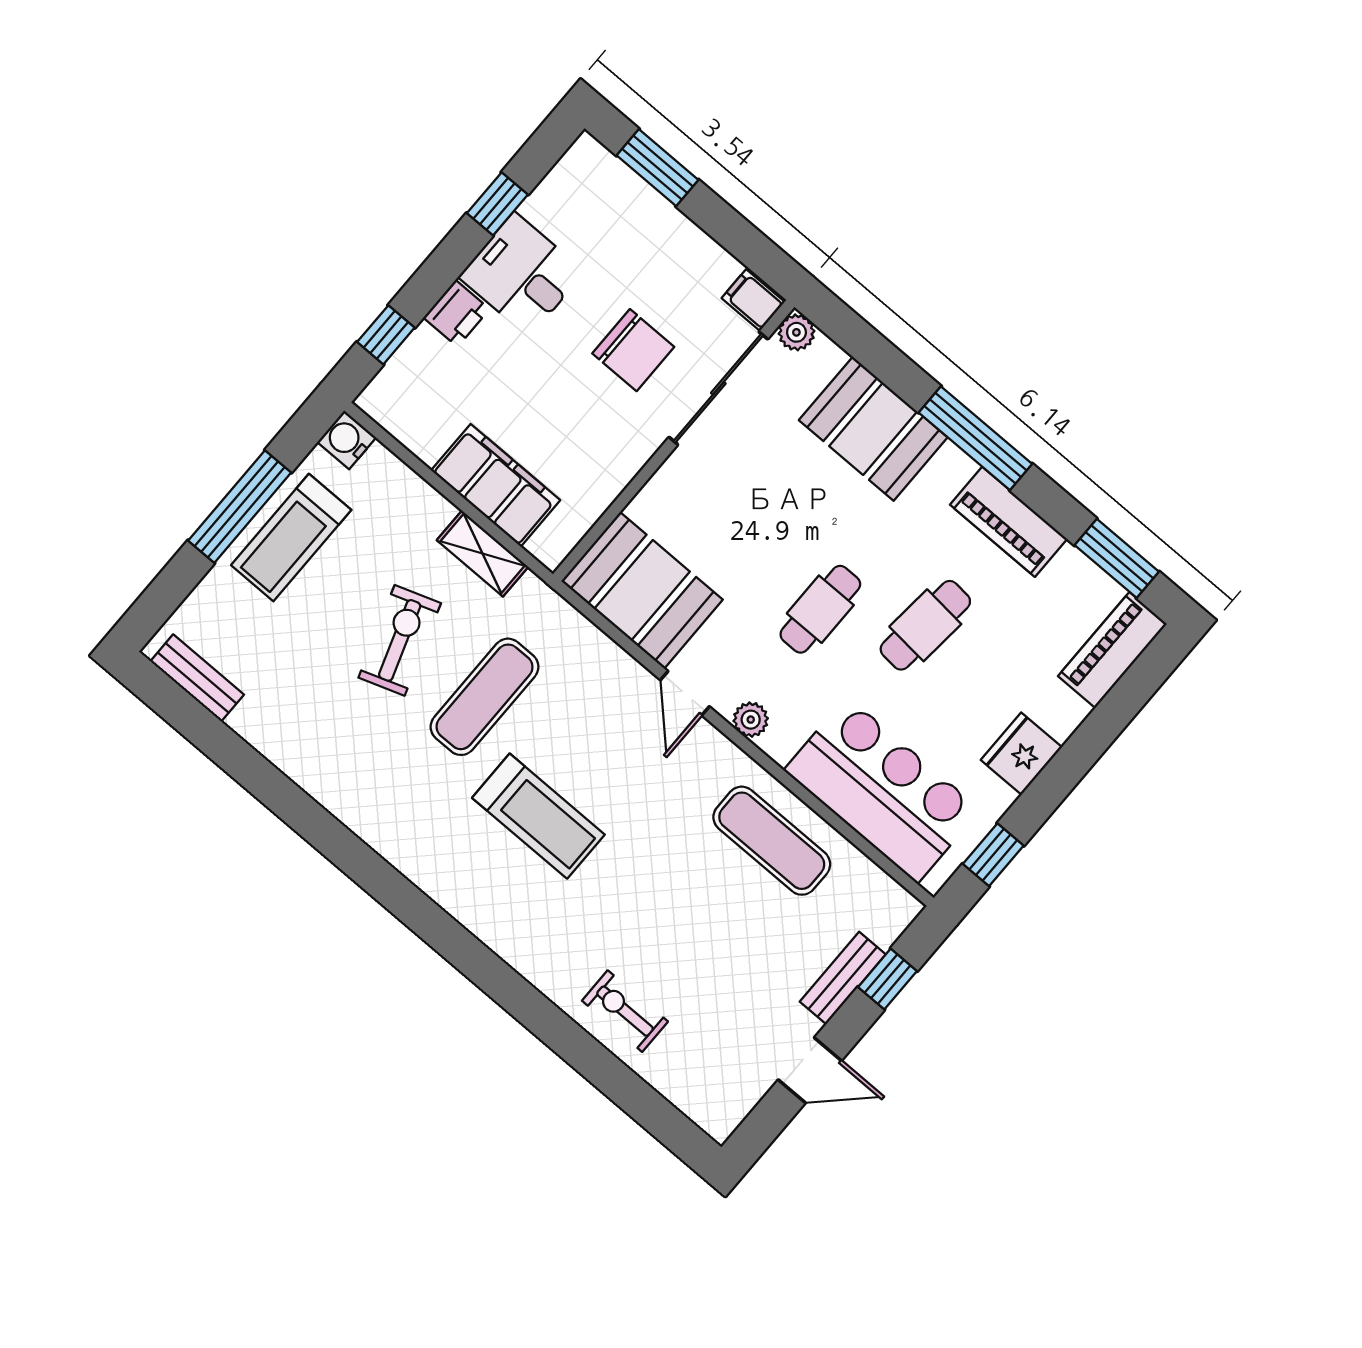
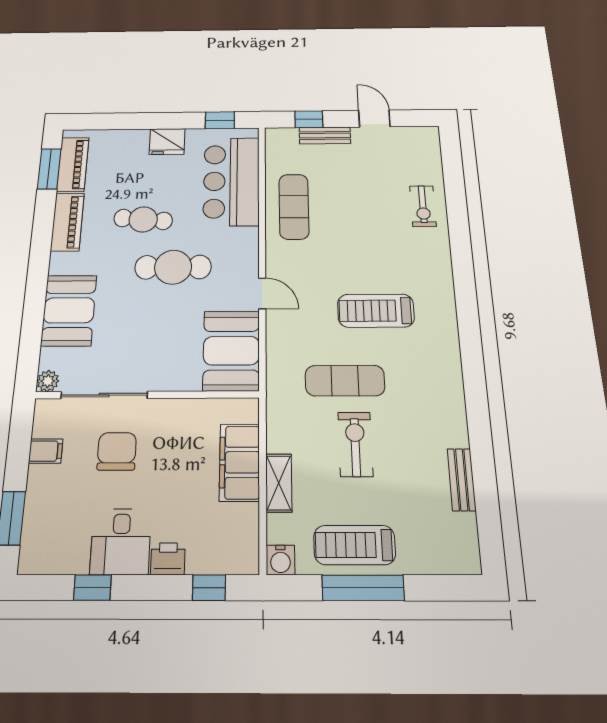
filing cabinet: (753, 300) -> (46, 451), moved, turned -90
window: (975, 438) -> (39, 264), removed
treadmill: (291, 538) -> (354, 545), turned 180
shelving: (482, 553) -> (279, 483), moved
cafe table: (820, 609) -> (173, 267), width x1.37, depth x1.35
exercise bike: (400, 640) -> (355, 444), turned 109
piano: (1112, 650) -> (73, 164), moved, turned -90
bench: (197, 678) -> (462, 480), moved
door: (685, 693) -> (262, 293), hinge flipped
plant: (751, 720) -> (249, 257), removed
treadmill: (538, 816) -> (376, 311), turned -90

